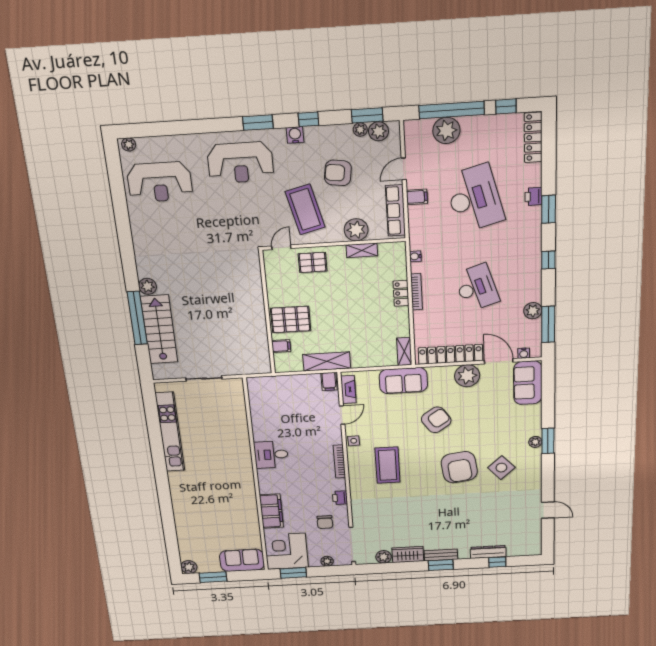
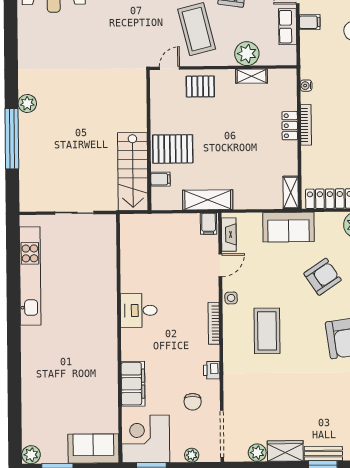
row of seats: (396, 211) -> (288, 27), width x0.68
stairs: (159, 329) -> (133, 172), moved, turned 180

